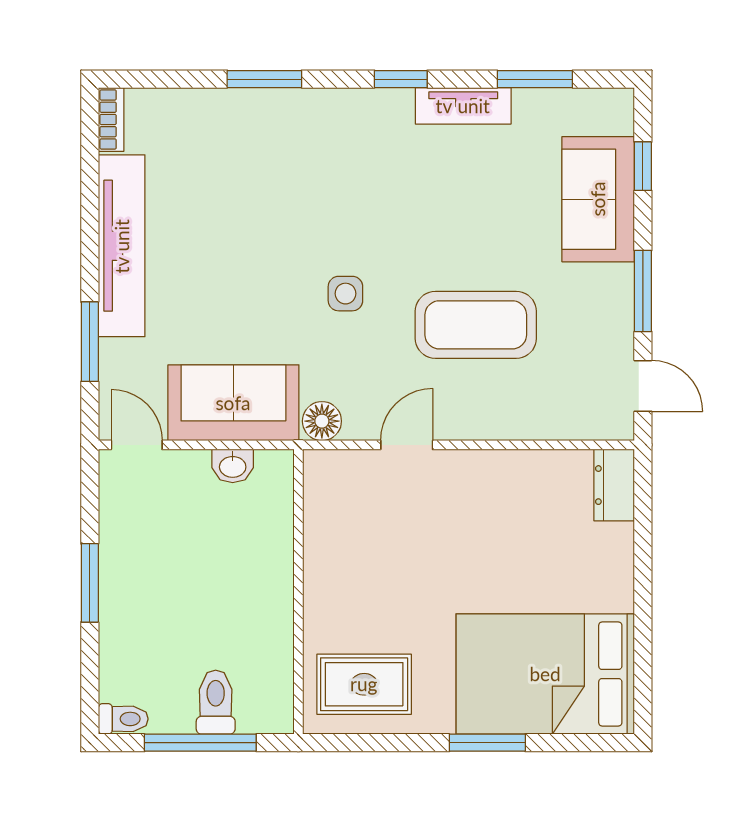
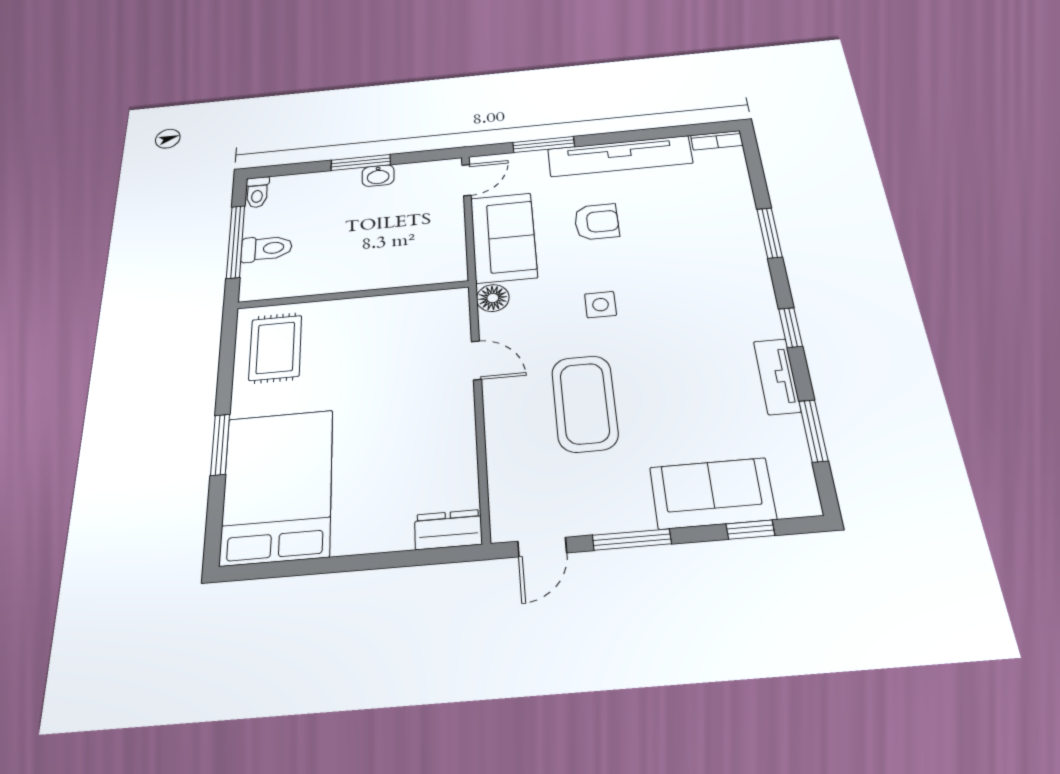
armchair: (223, 286) -> (597, 222), added
washbasin: (233, 466) -> (378, 176), moved, turned -90

